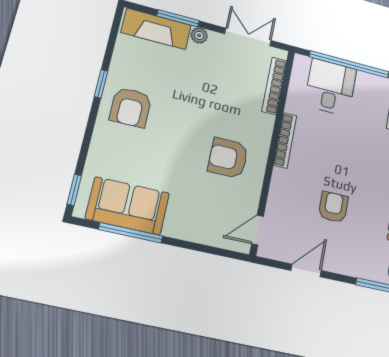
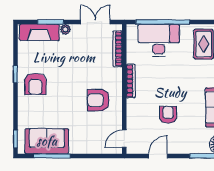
desk: (330, 87) -> (159, 40), width x1.37

